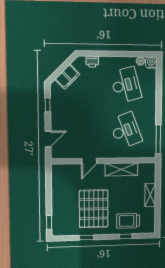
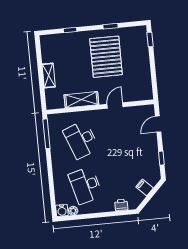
filing cabinet: (67, 77) -> (145, 188), width x0.50
trolley: (128, 221) -> (69, 47), removed

